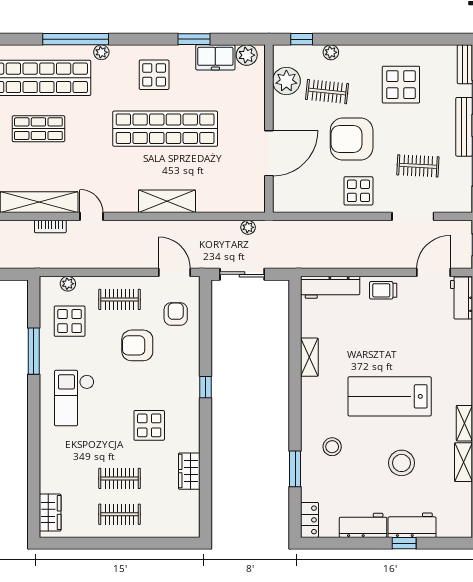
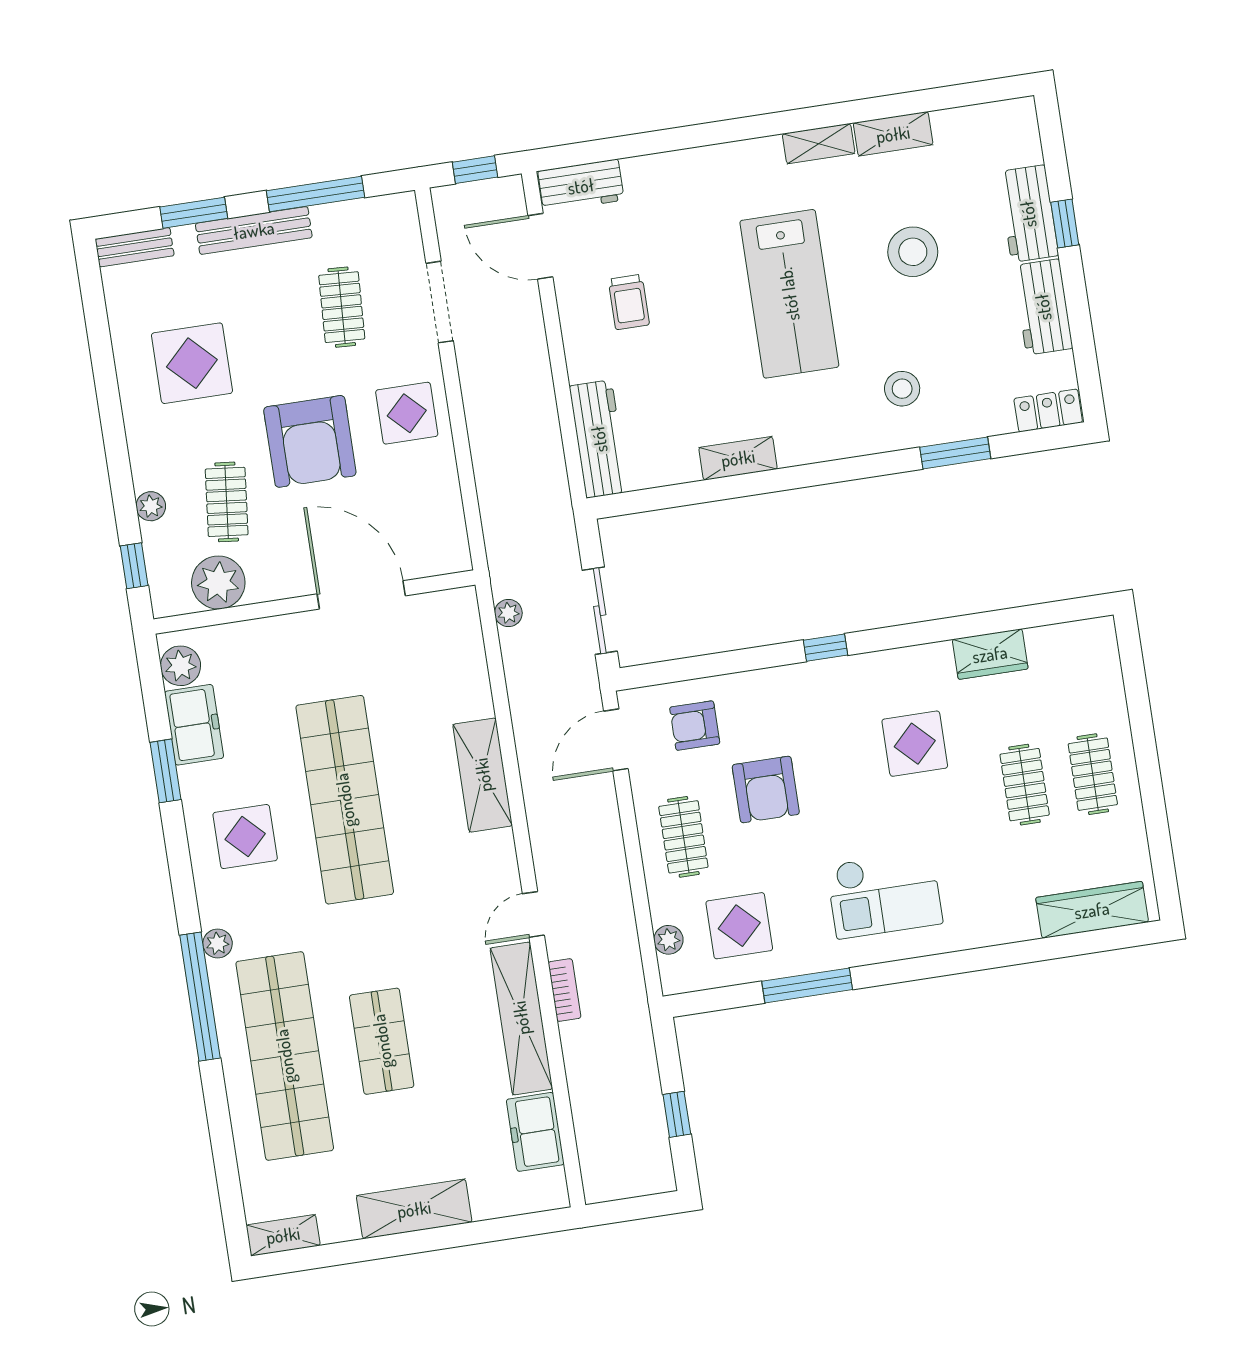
trolley: (383, 290) -> (629, 302), moved
wardrobe: (50, 513) -> (1092, 910), width x1.50

